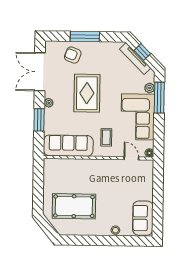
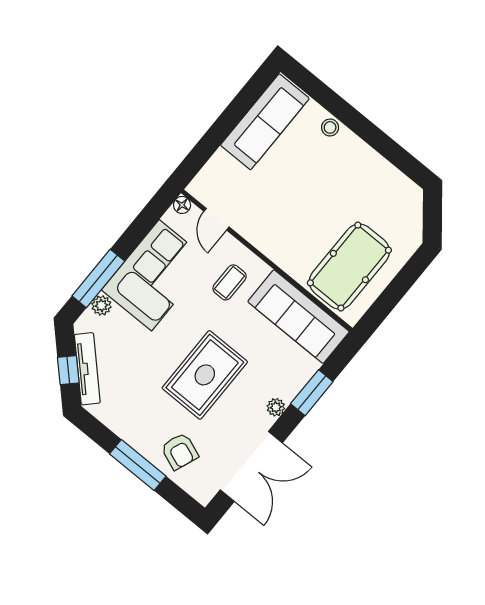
pool table: (74, 206) -> (349, 267), moved, turned 90
sofa: (143, 218) -> (265, 122), width x1.36

